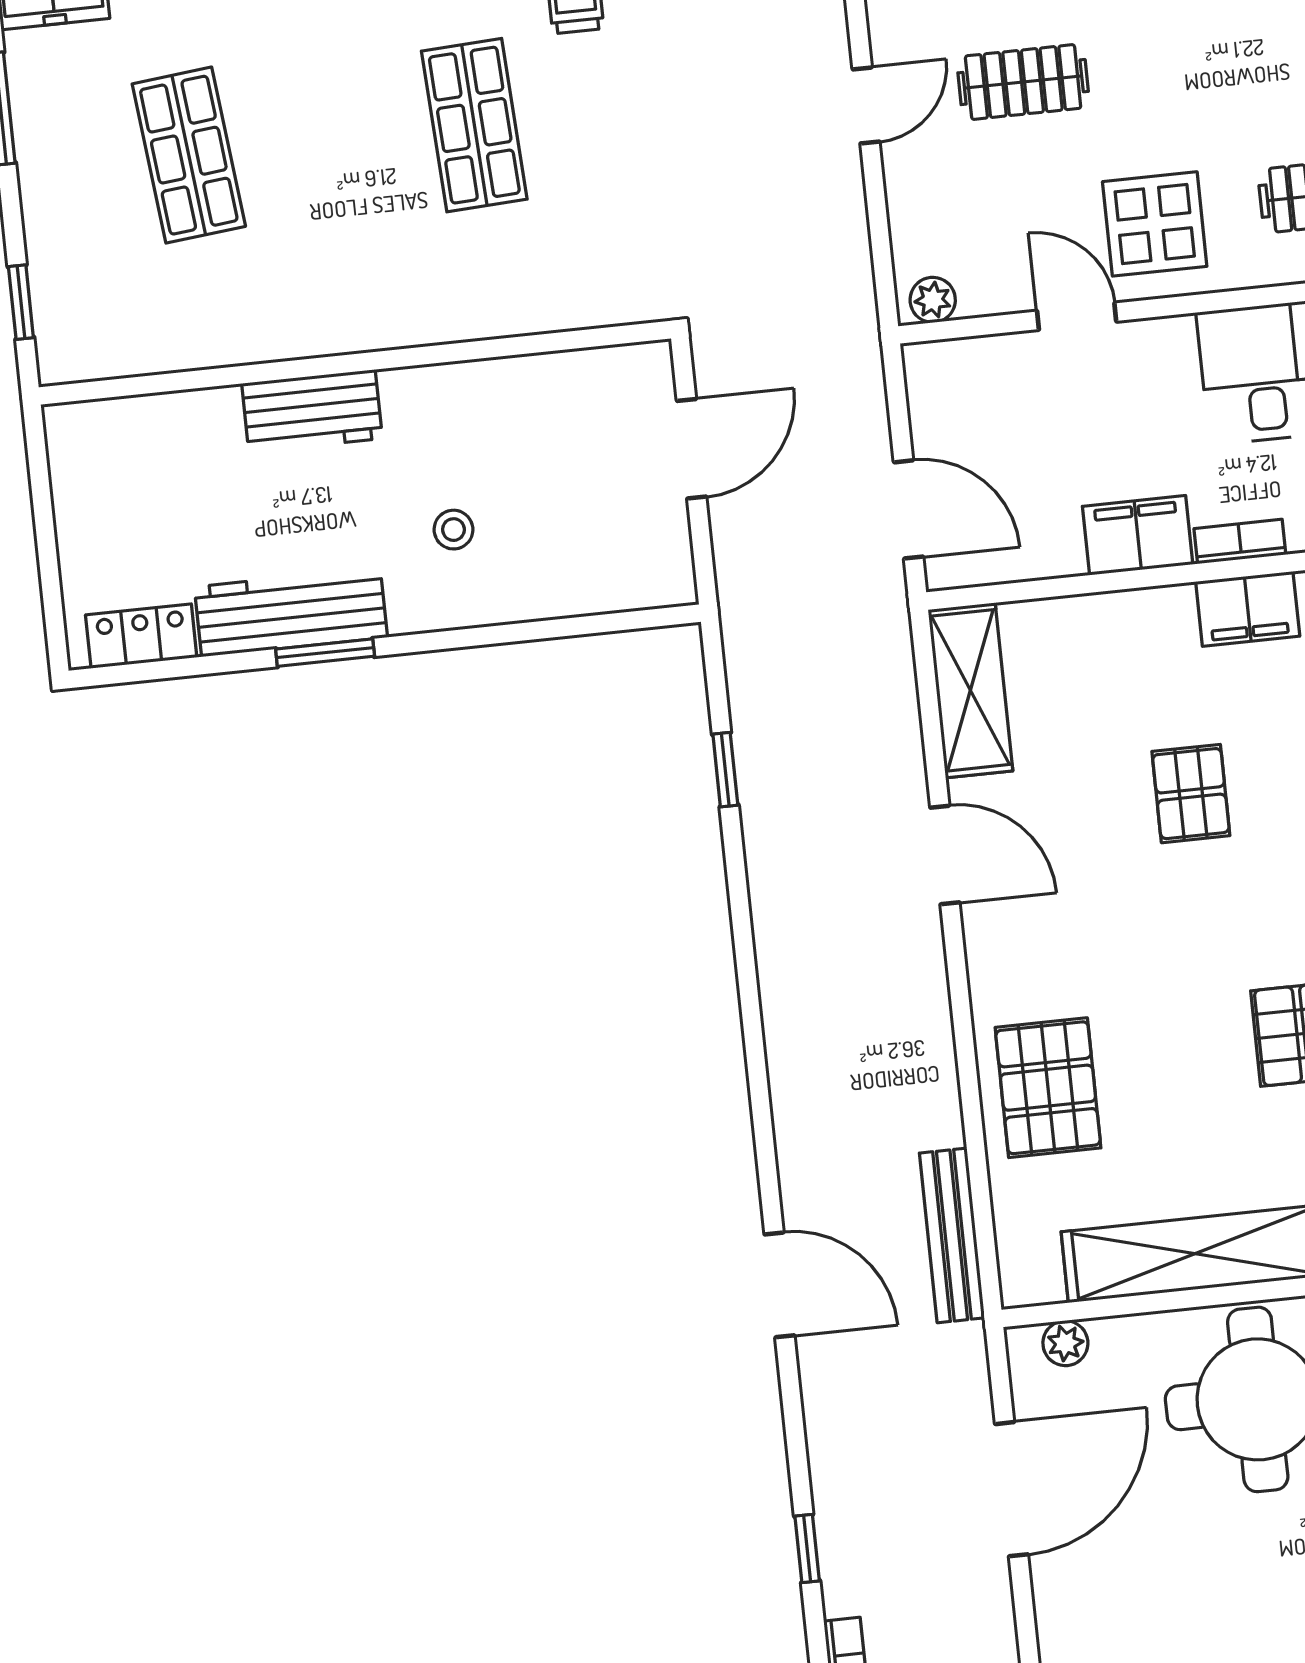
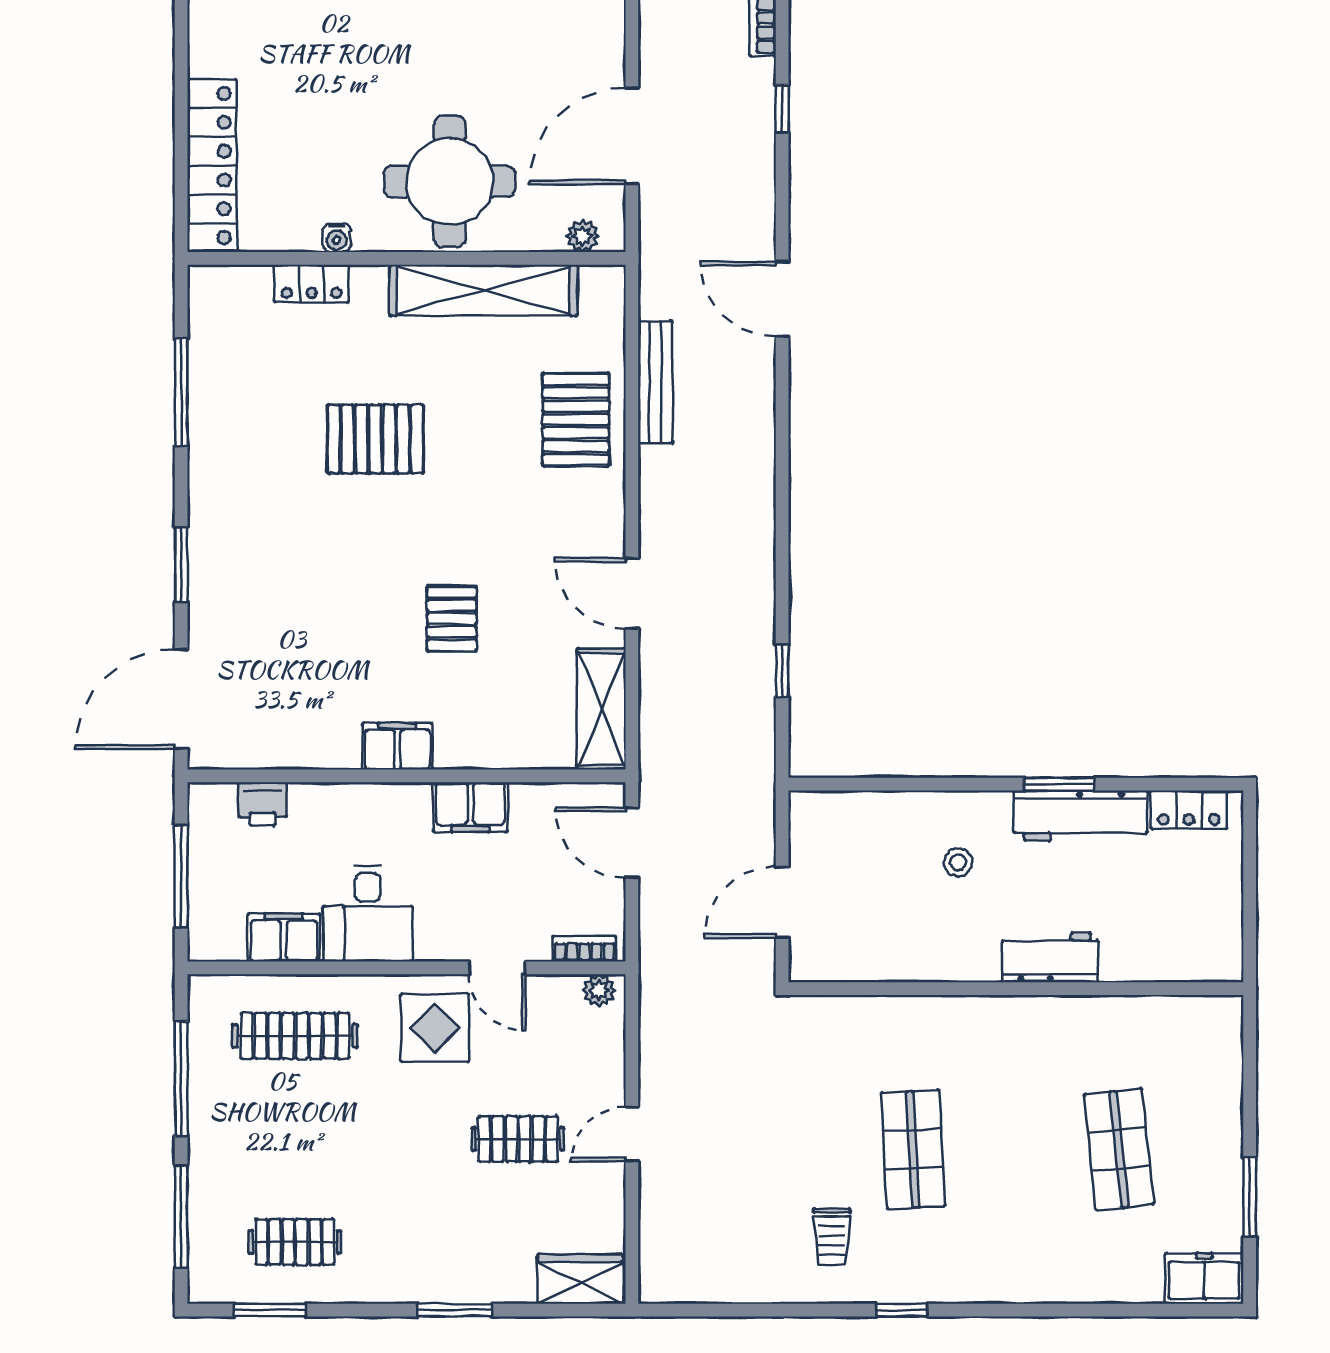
window: (21, 302) -> (1250, 1057), removed
bookcase: (1240, 542) -> (584, 949), moved, turned 180
bench: (952, 1235) -> (655, 382), moved

